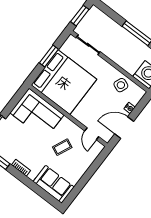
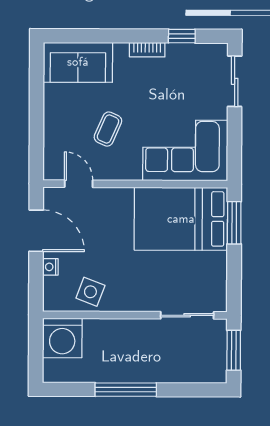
window: (49, 56) -> (234, 223), moved
bed: (64, 82) -> (181, 219), width x0.73
door: (124, 128) -> (36, 231), hinge flipped

